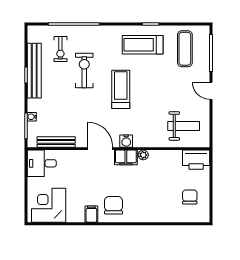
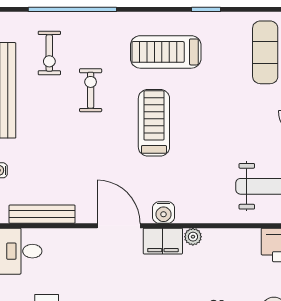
treadmill: (143, 45) -> (166, 52), moved
exercise bike: (84, 71) -> (91, 90), width x0.73, depth x0.72

